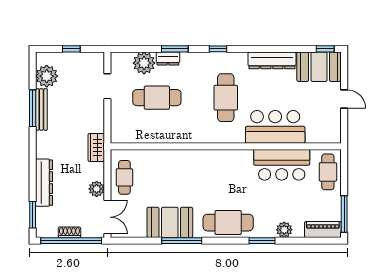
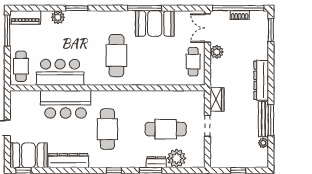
plant: (47, 76) -> (263, 143), width x0.53, depth x0.53
doorway: (107, 86) -> (208, 126), moved
wardrobe: (96, 147) -> (217, 99), moved
dresser: (44, 183) -> (261, 80), moved
cafe table: (228, 223) -> (116, 55), moved, turned 90

